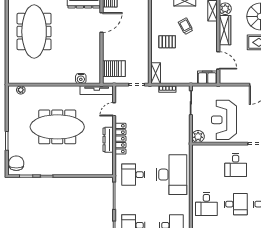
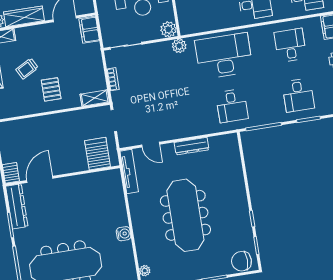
door: (101, 23) -> (40, 179), hinge flipped
water cooler: (81, 78) -> (124, 234), moved
locker: (120, 139) -> (188, 130), removed
plant: (184, 142) -> (179, 46), added

